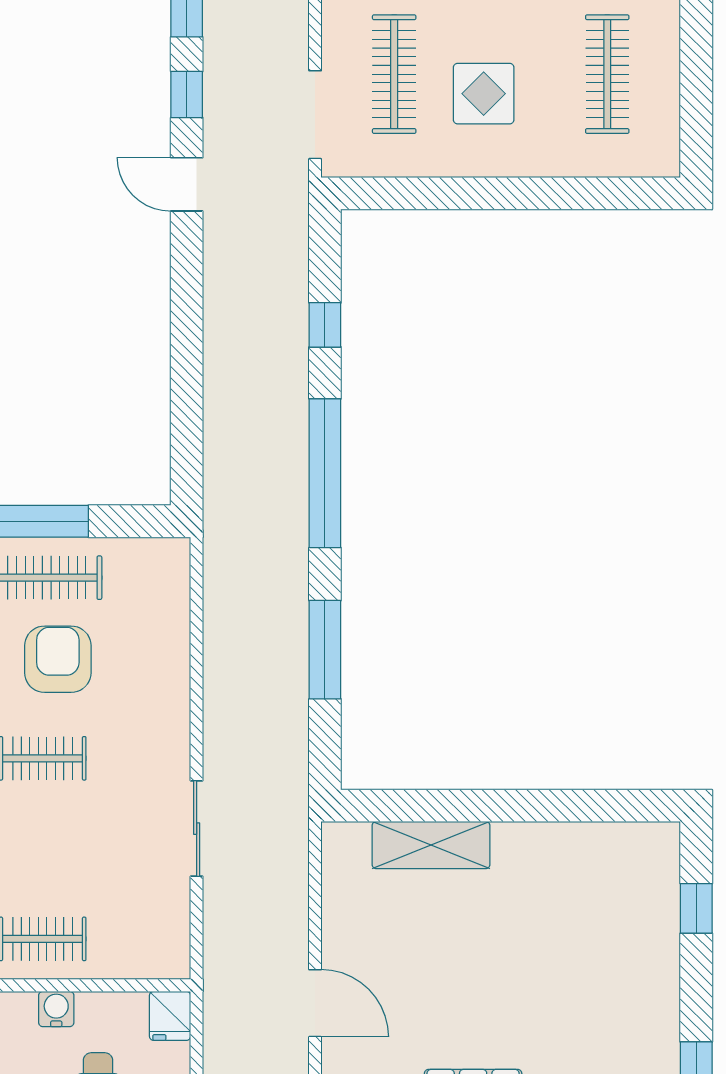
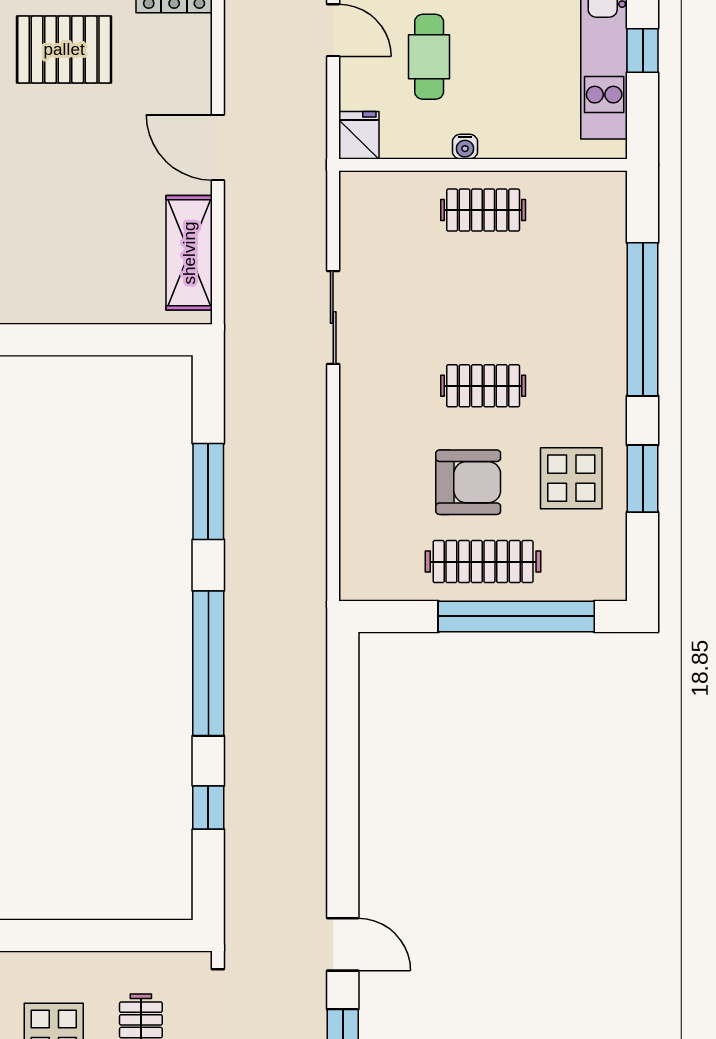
armchair: (58, 659) -> (468, 482), turned -90
shelving: (431, 845) -> (189, 253), moved, turned 90
water cooler: (56, 1009) -> (465, 147), width x0.72, depth x0.72

